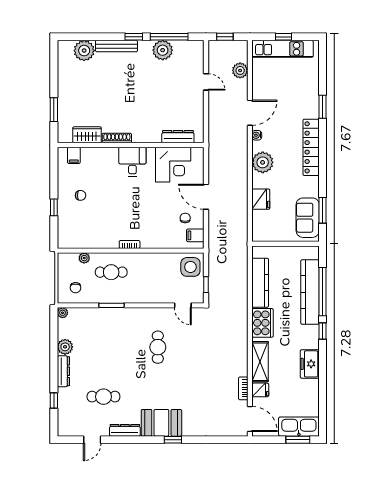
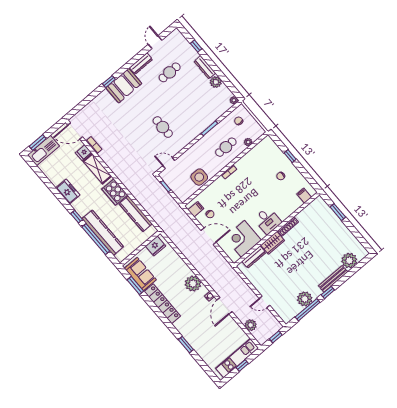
wardrobe: (87, 135) -> (273, 243), moved
locker: (311, 147) -> (162, 304), moved
fridge: (261, 199) -> (156, 246), moved, turned -90
side table: (190, 267) -> (199, 177), moved

